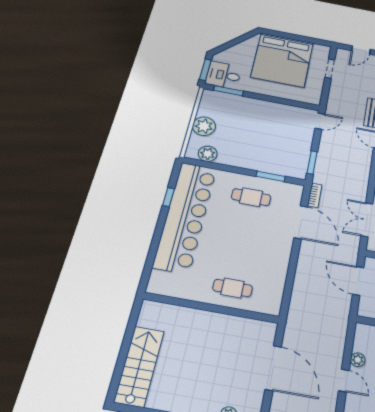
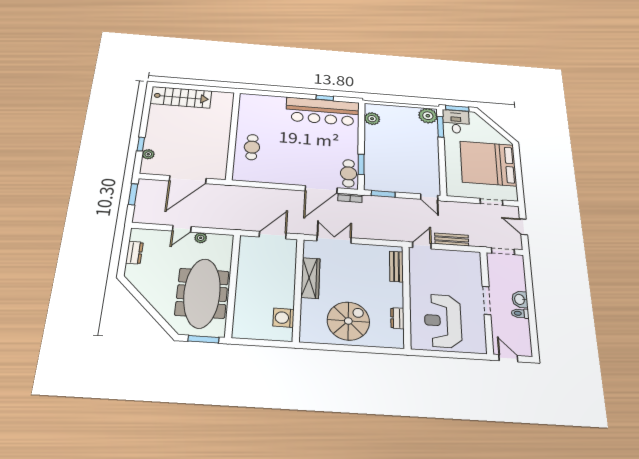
plant: (204, 126) -> (428, 116), moved
cafe table: (251, 197) -> (349, 173), moved
bar counter: (185, 217) -> (323, 111), width x0.73

